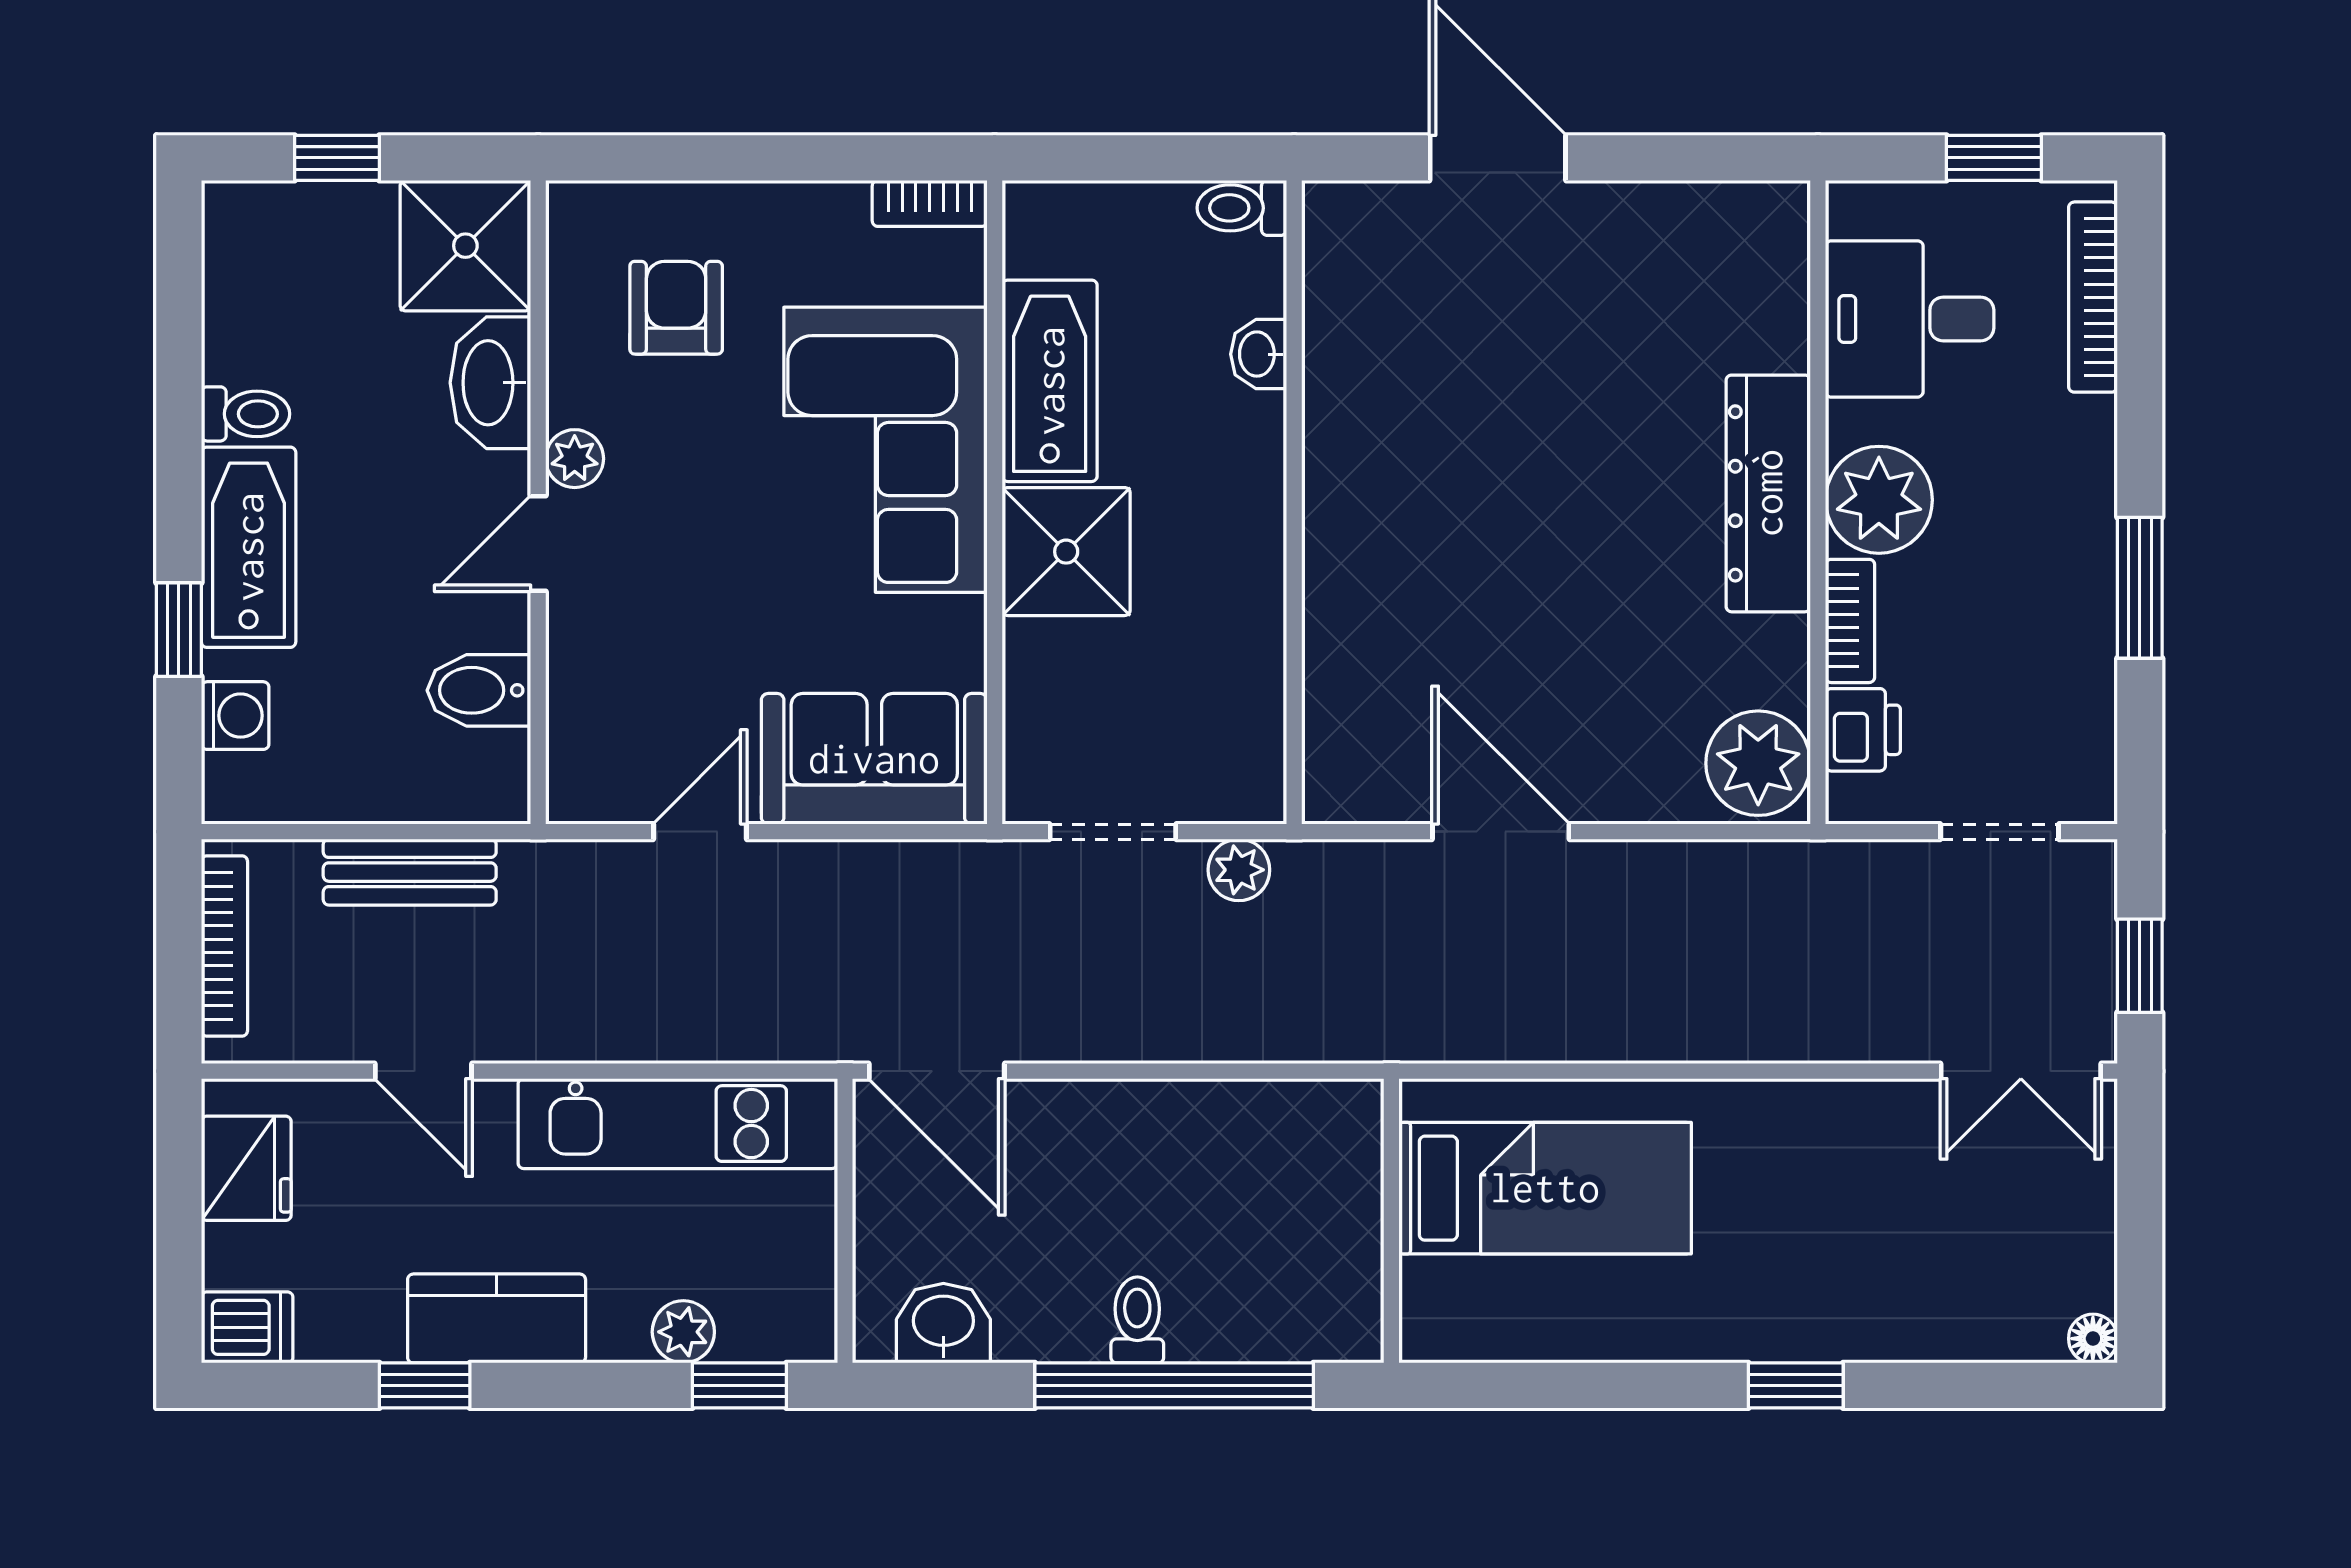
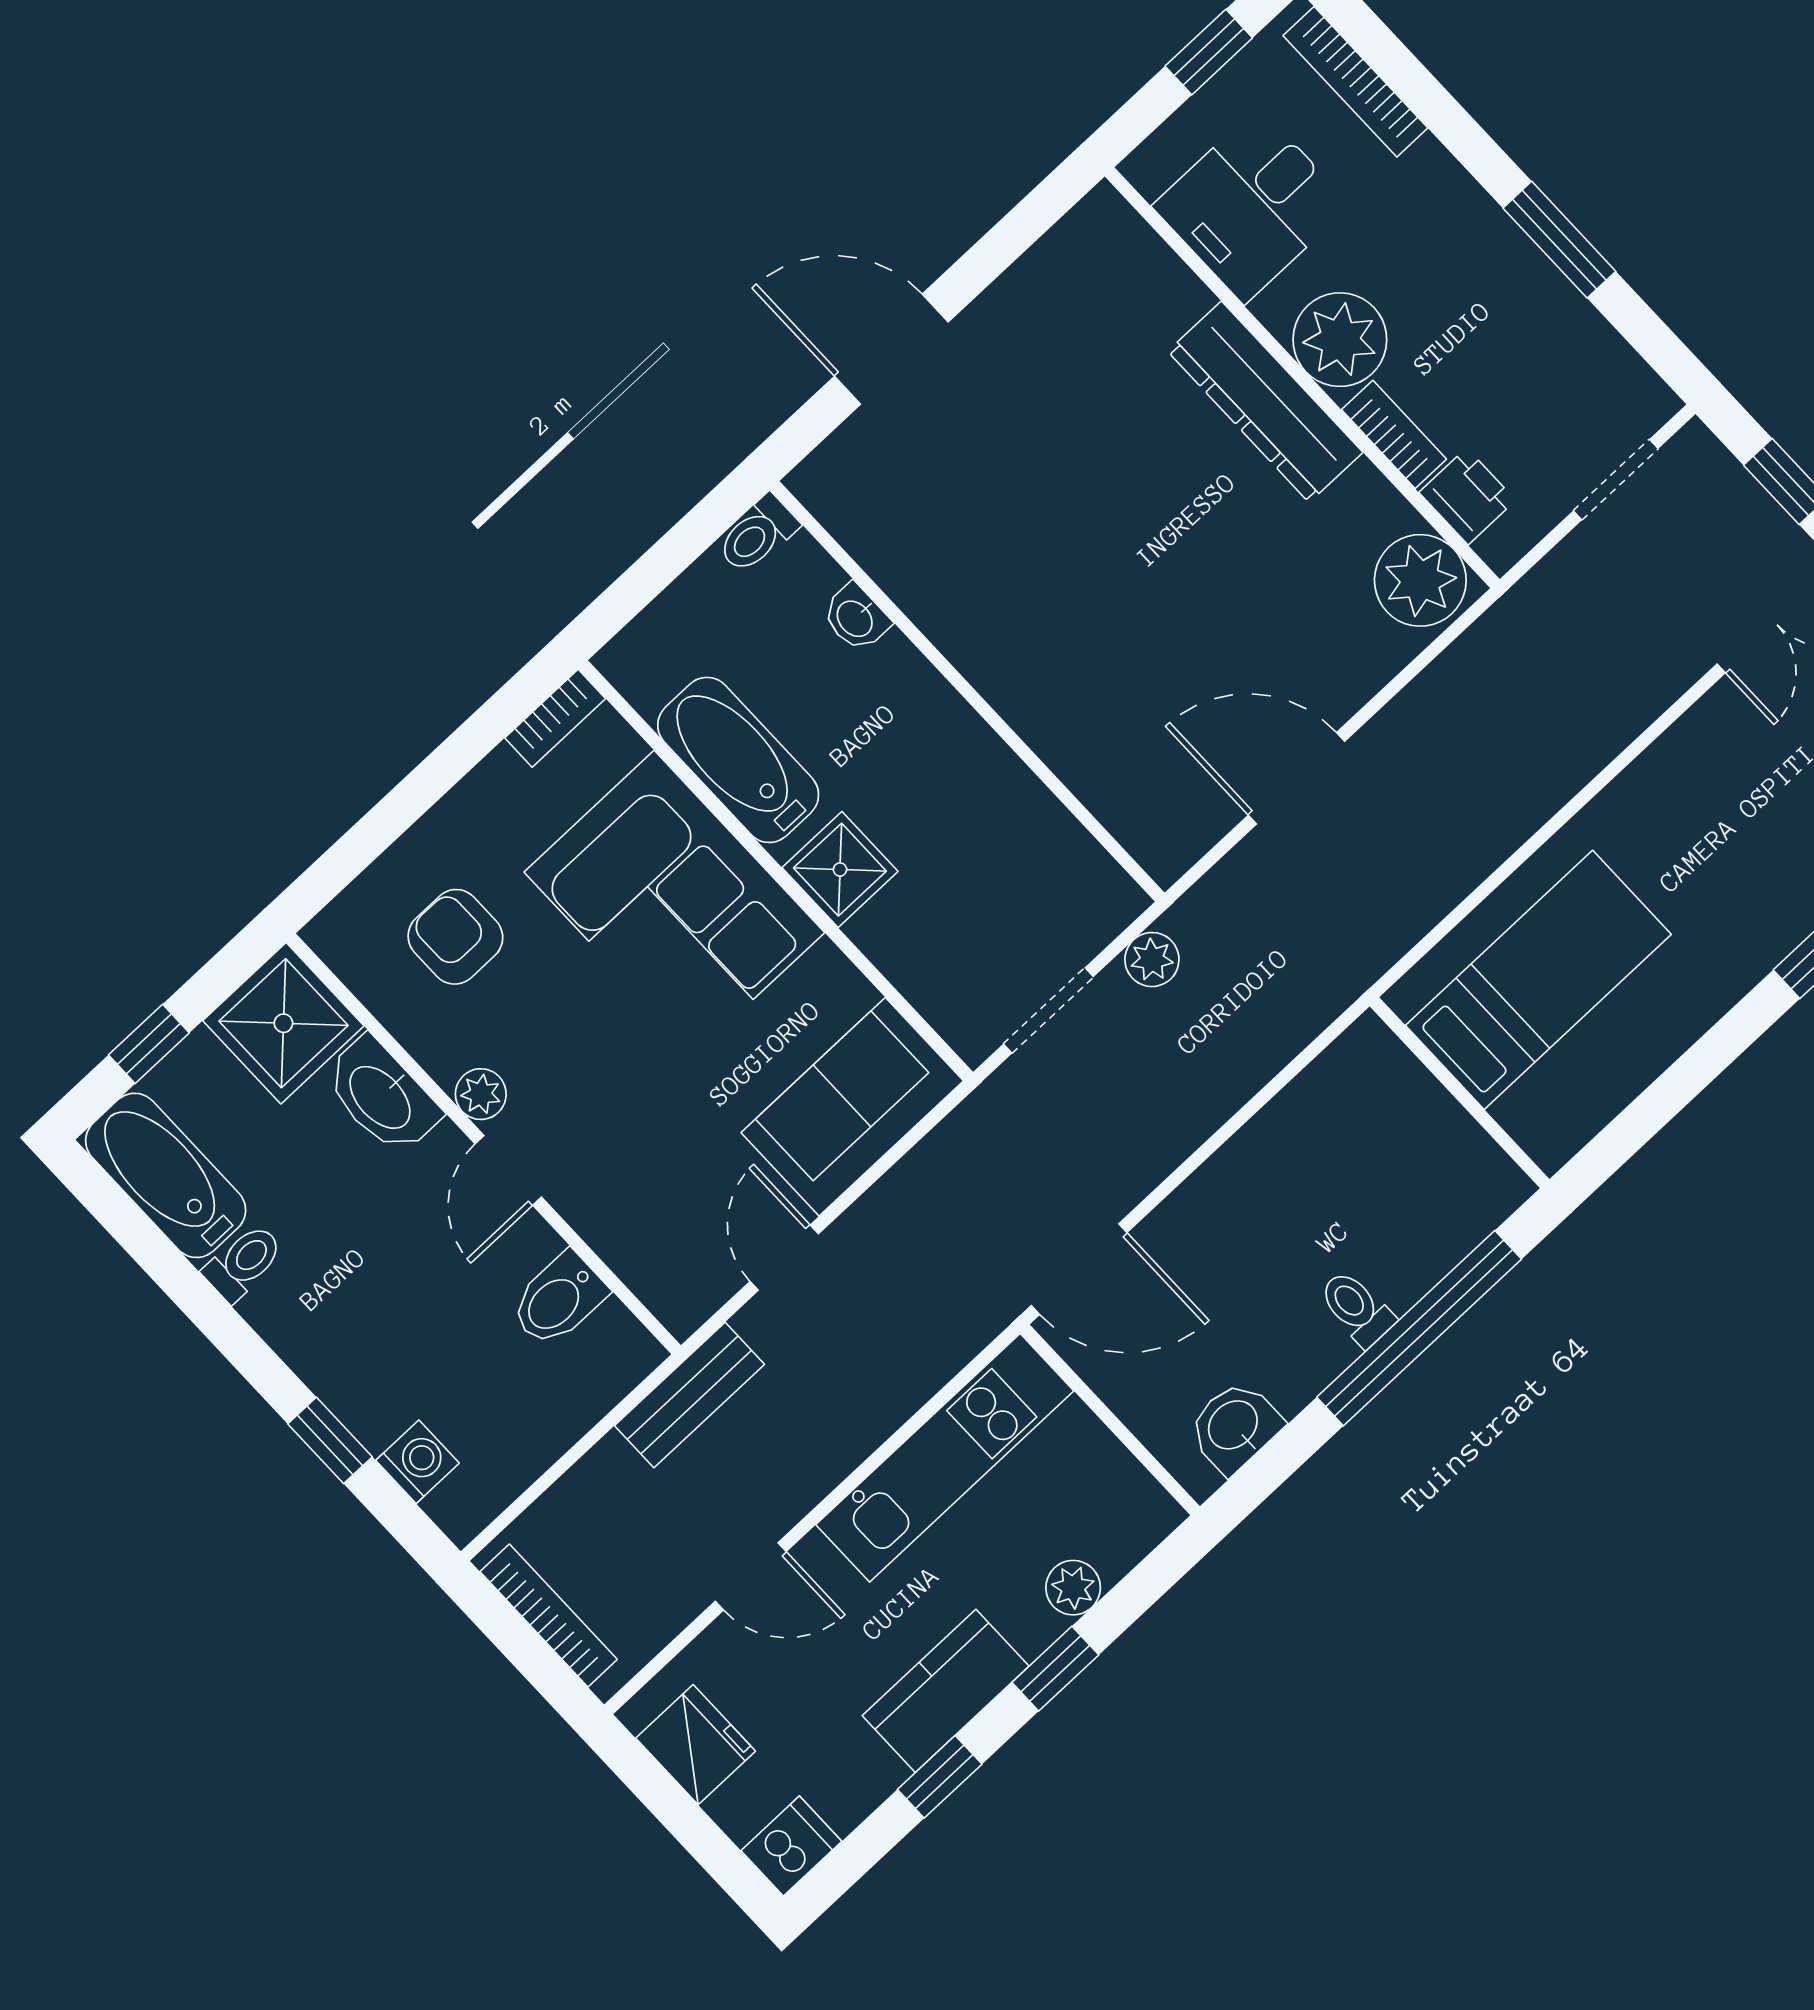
bathtub: (249, 547) -> (166, 1175), moved
shower: (1066, 552) -> (840, 870), width x0.73, depth x0.73
bench: (410, 872) -> (689, 1395), moved
window: (739, 1385) -> (1055, 1669), moved

